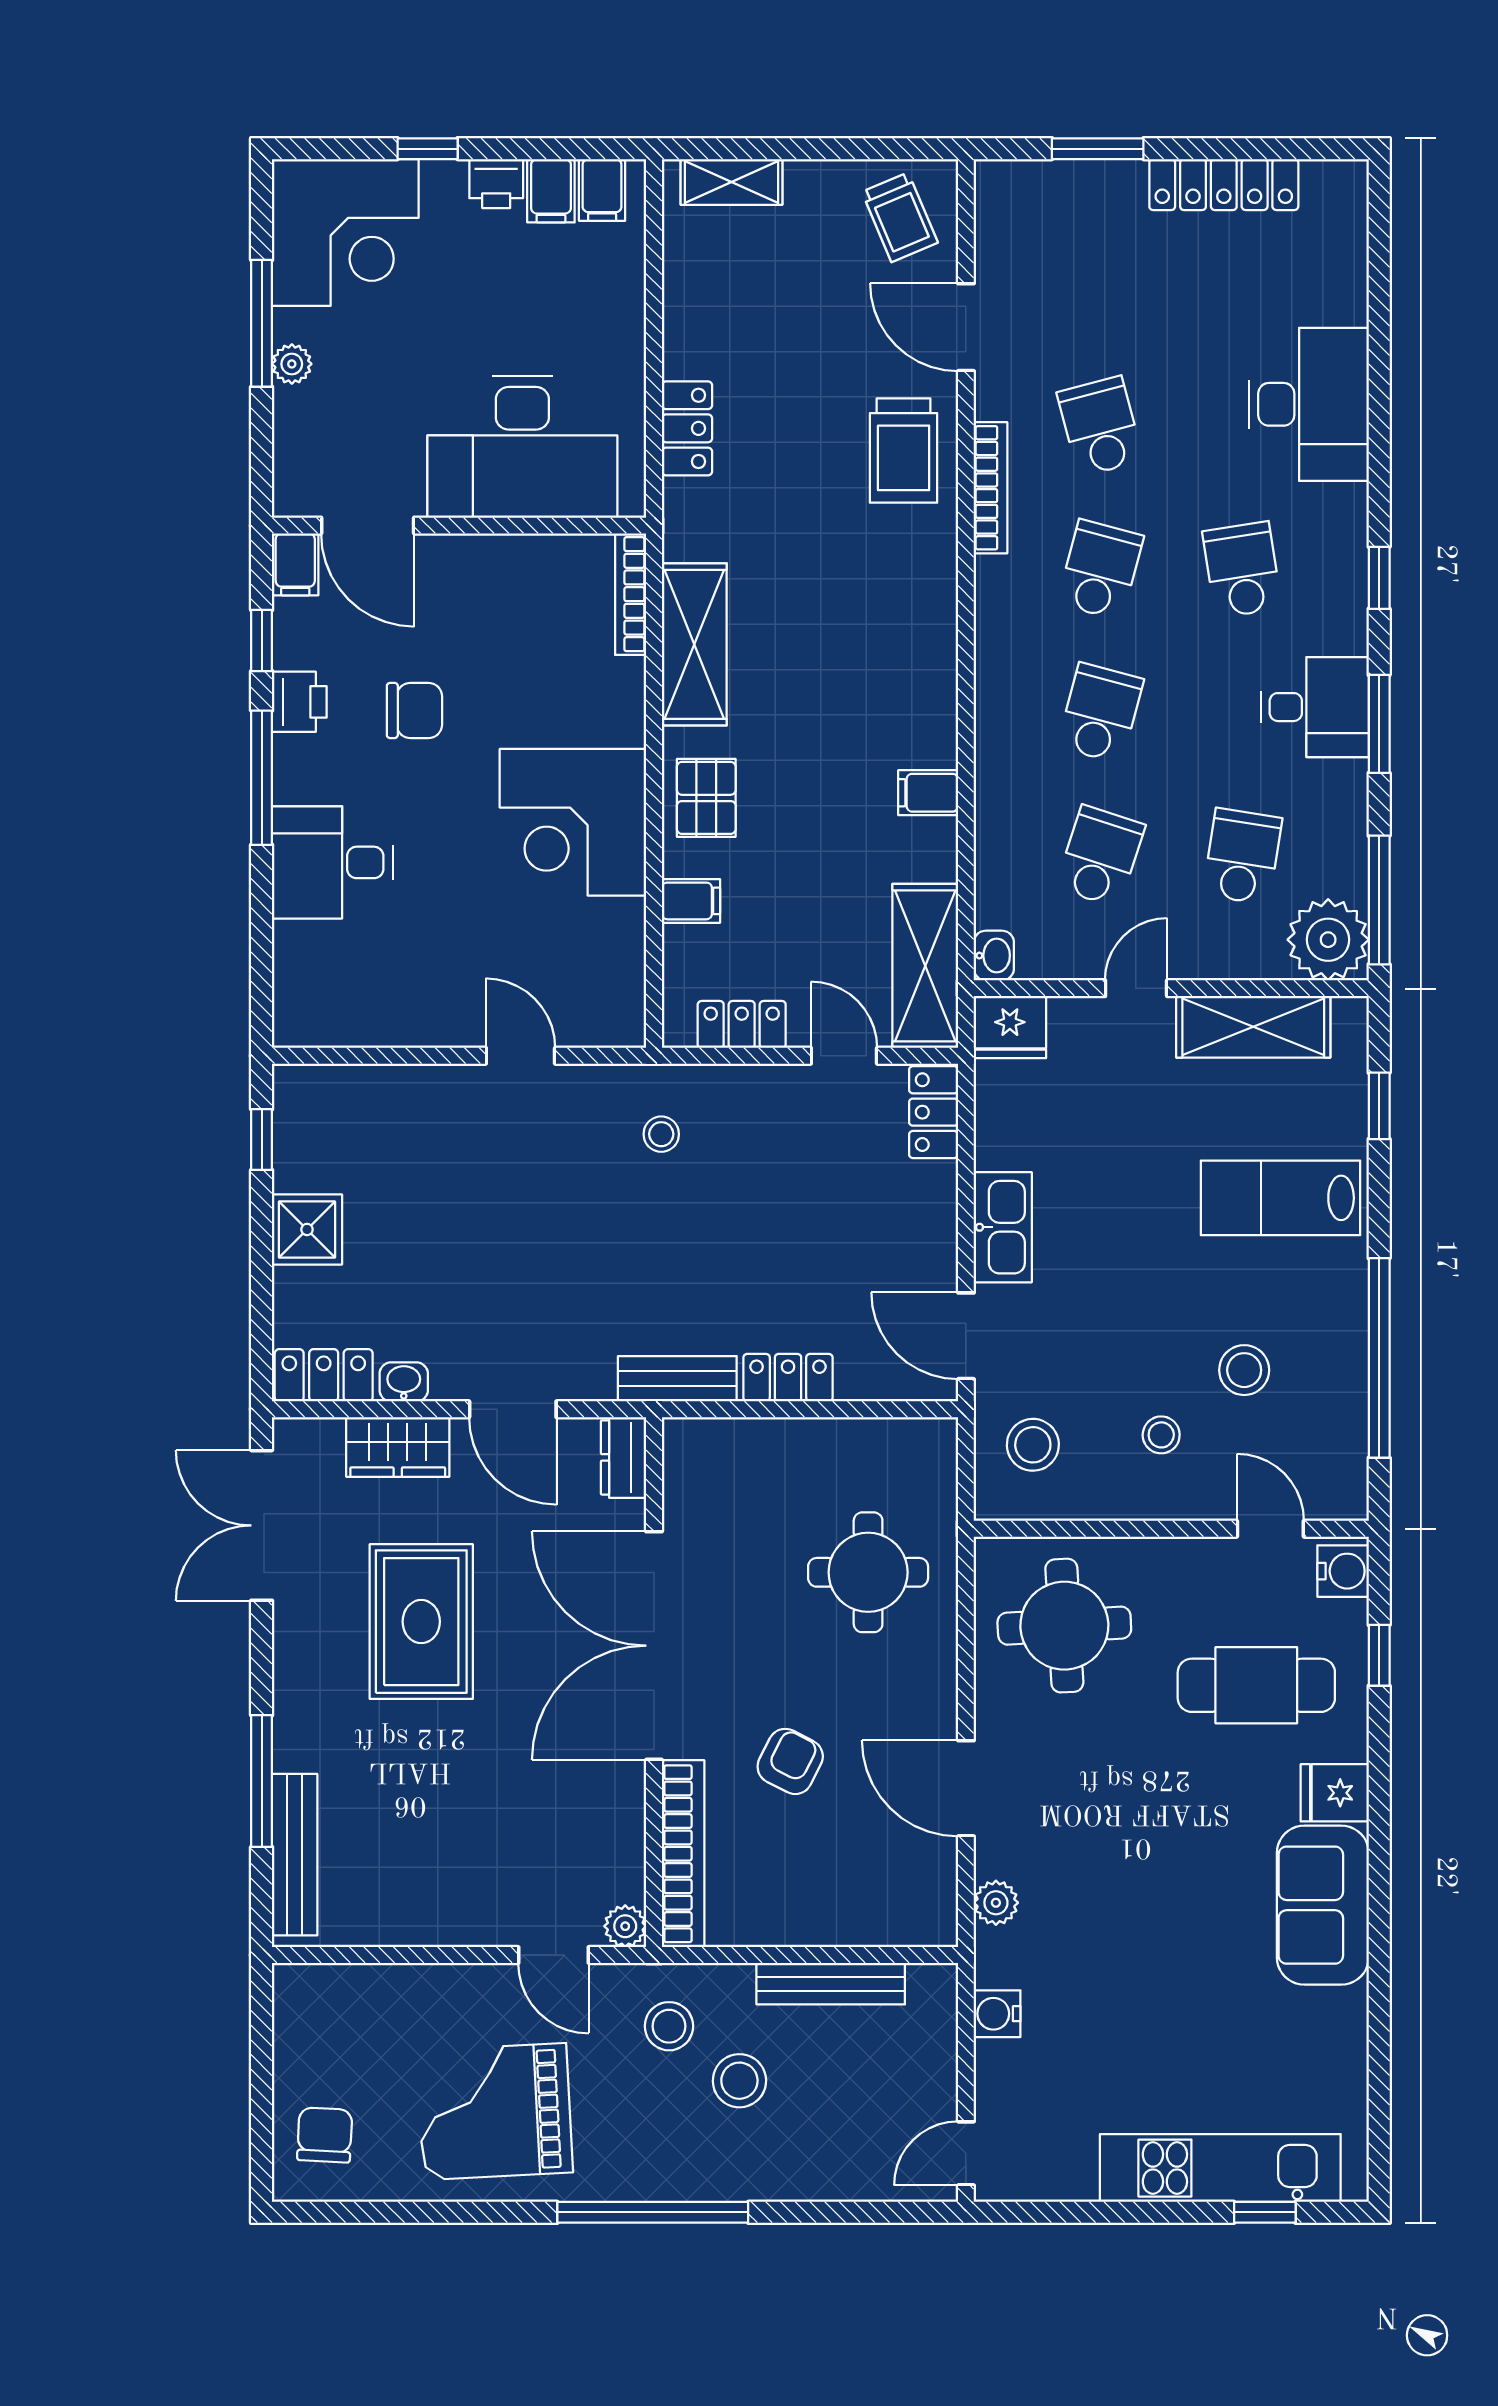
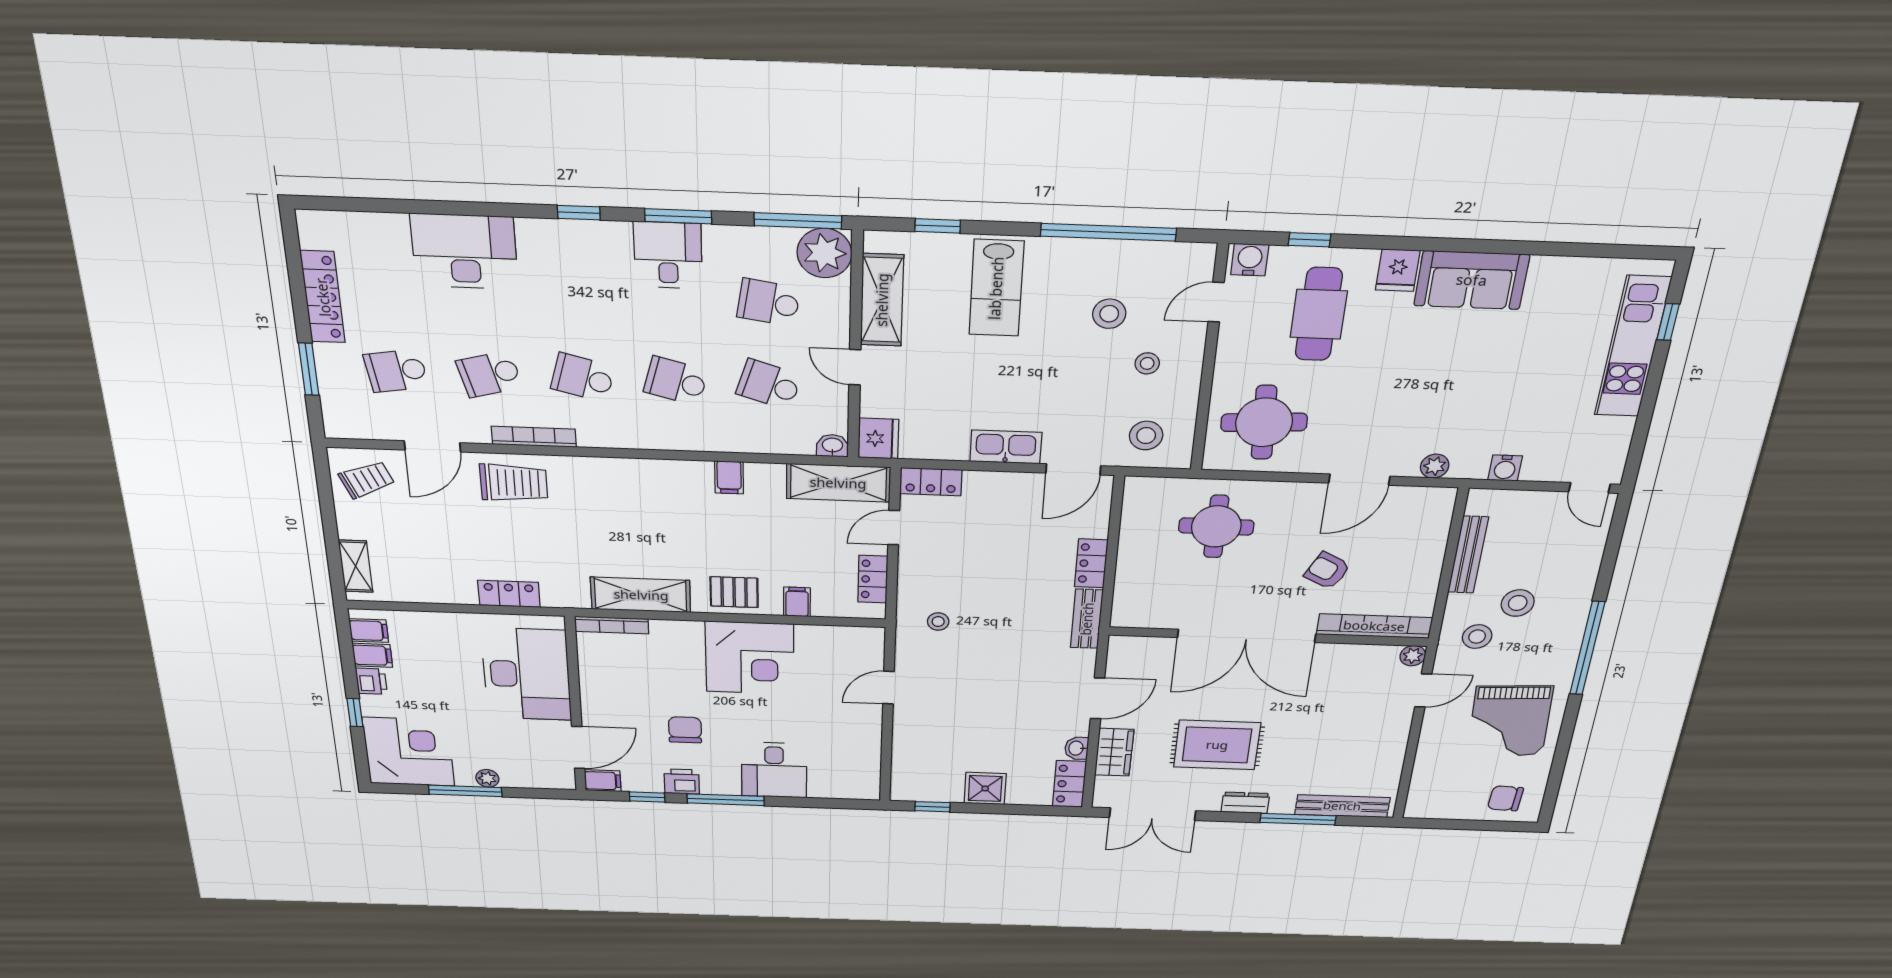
school desk: (1242, 570) -> (396, 371), moved
dresser: (624, 1457) -> (1245, 803), moved, turned 180

